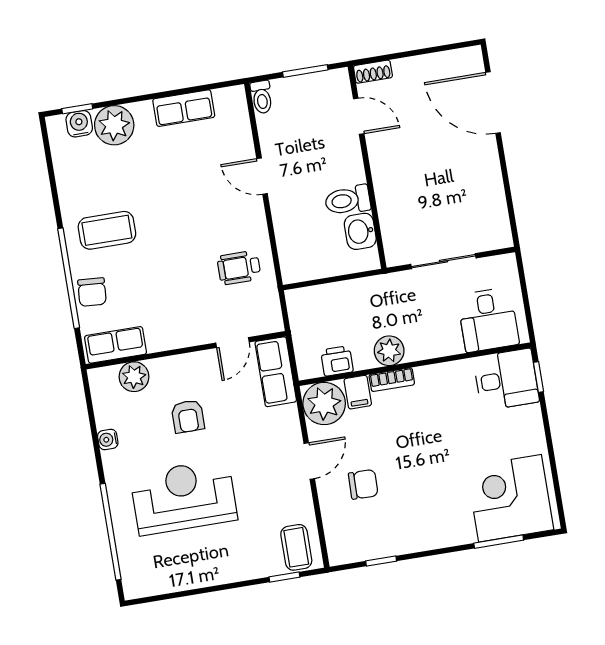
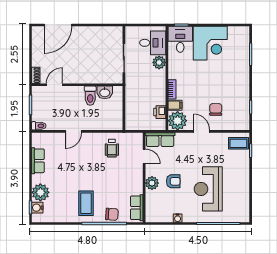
plant: (389, 351) -> (159, 62), moved
plant: (134, 377) -> (152, 183), moved
corner desk: (510, 498) -> (210, 43), moved, turned -90

